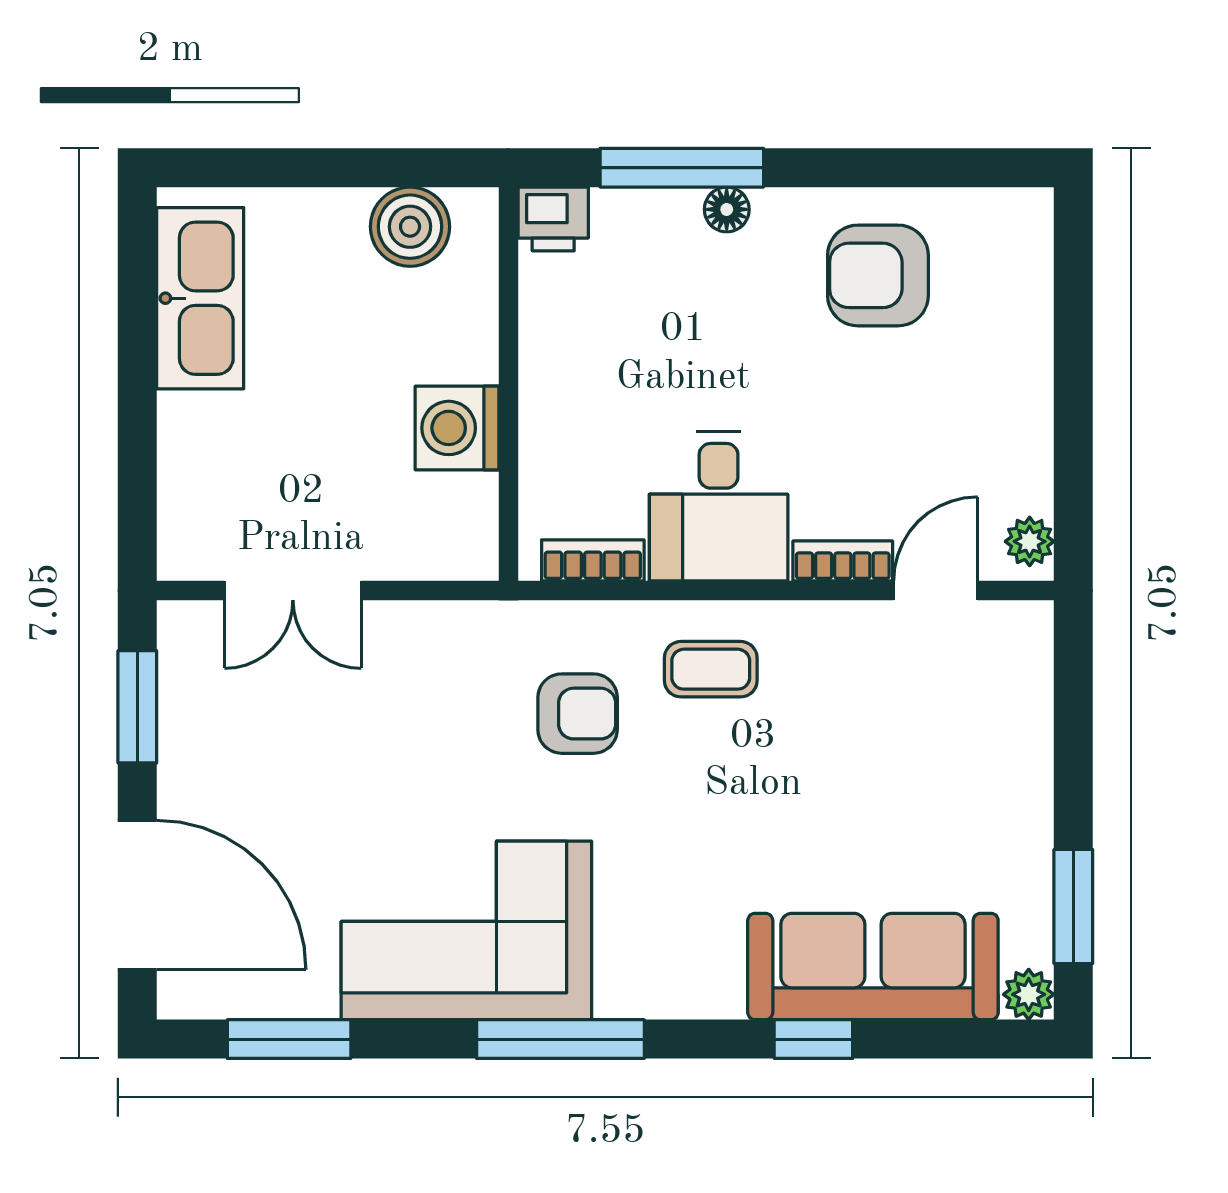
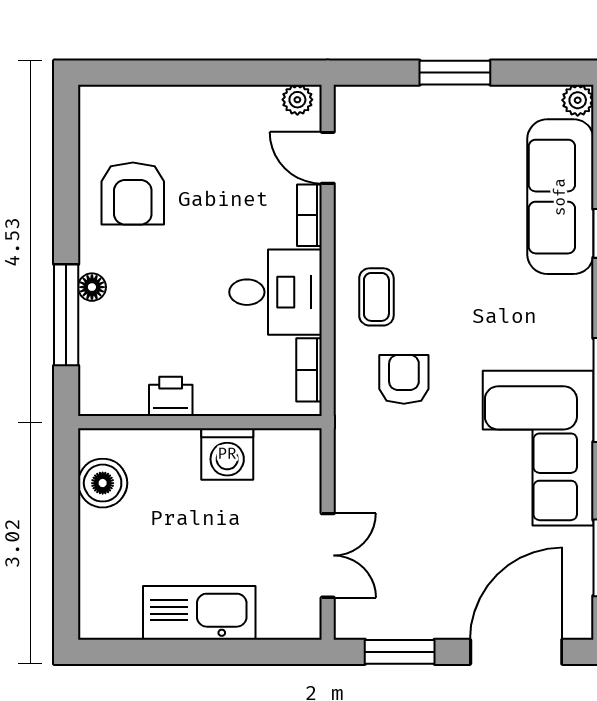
printer: (553, 219) -> (171, 396), moved, turned -90
kitchen sink: (200, 298) -> (199, 613), moved
window: (1073, 906) -> (455, 73), moved

